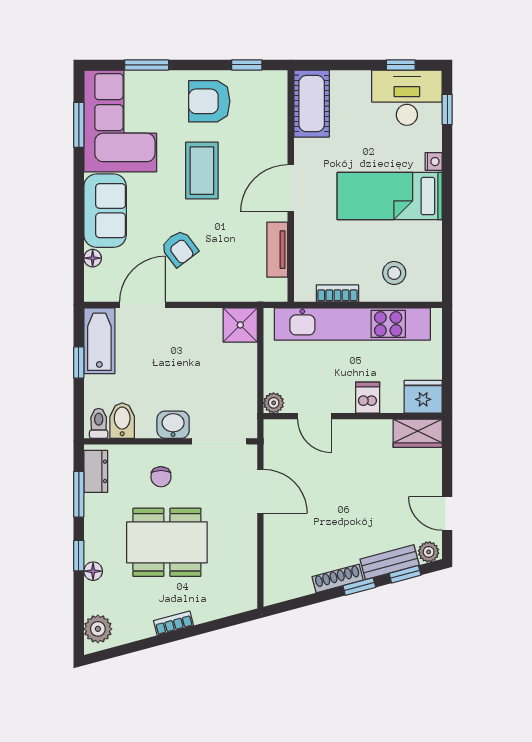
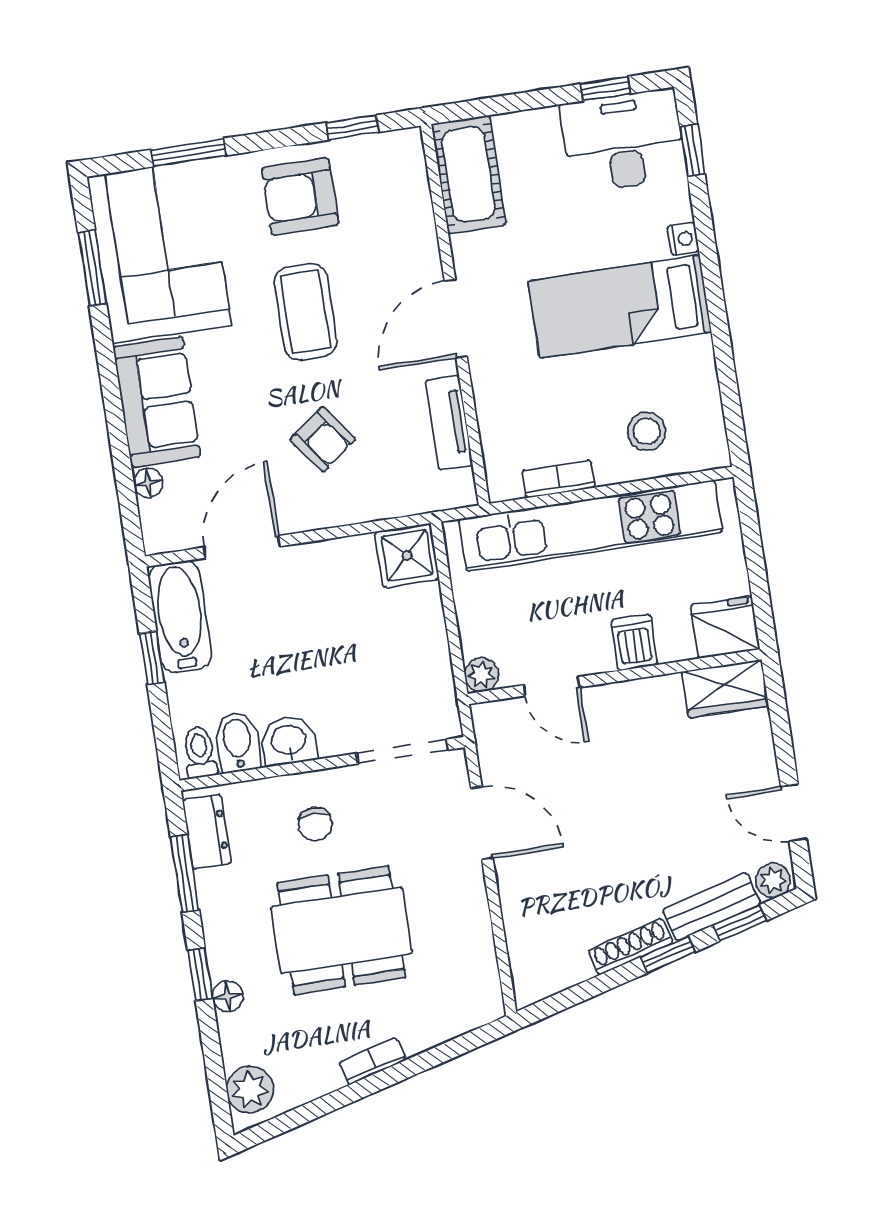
armchair: (179, 248) -> (323, 439), moved
washbasin: (173, 425) -> (289, 741), moved

